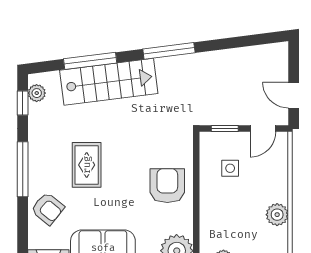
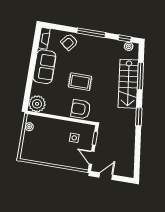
window: (169, 51) -> (139, 117), width x0.69
rug: (87, 165) -> (80, 82), moved
armchair: (167, 186) -> (81, 109), moved, turned 180
plant: (277, 215) -> (47, 158), removed

